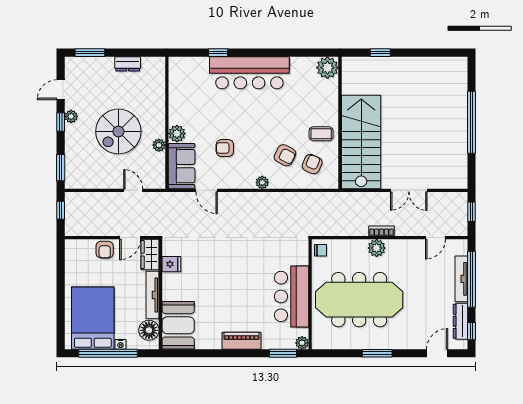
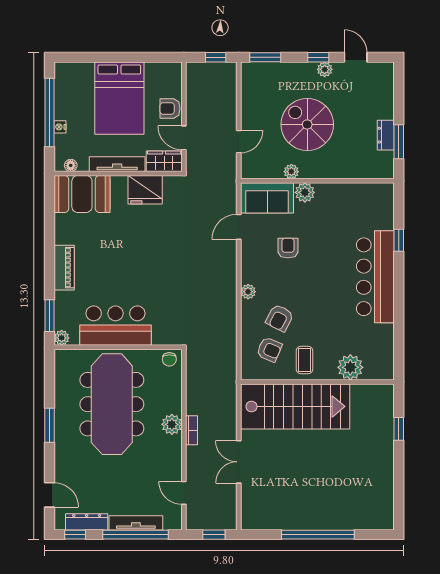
window: (90, 53) -> (399, 142), moved
plant: (327, 68) -> (350, 367), moved
fridge: (171, 264) -> (145, 190), width x1.88, depth x1.34
bed: (93, 318) -> (119, 98), moved, turned 90
floor lamp: (149, 330) -> (71, 165), width x0.53, depth x0.53

